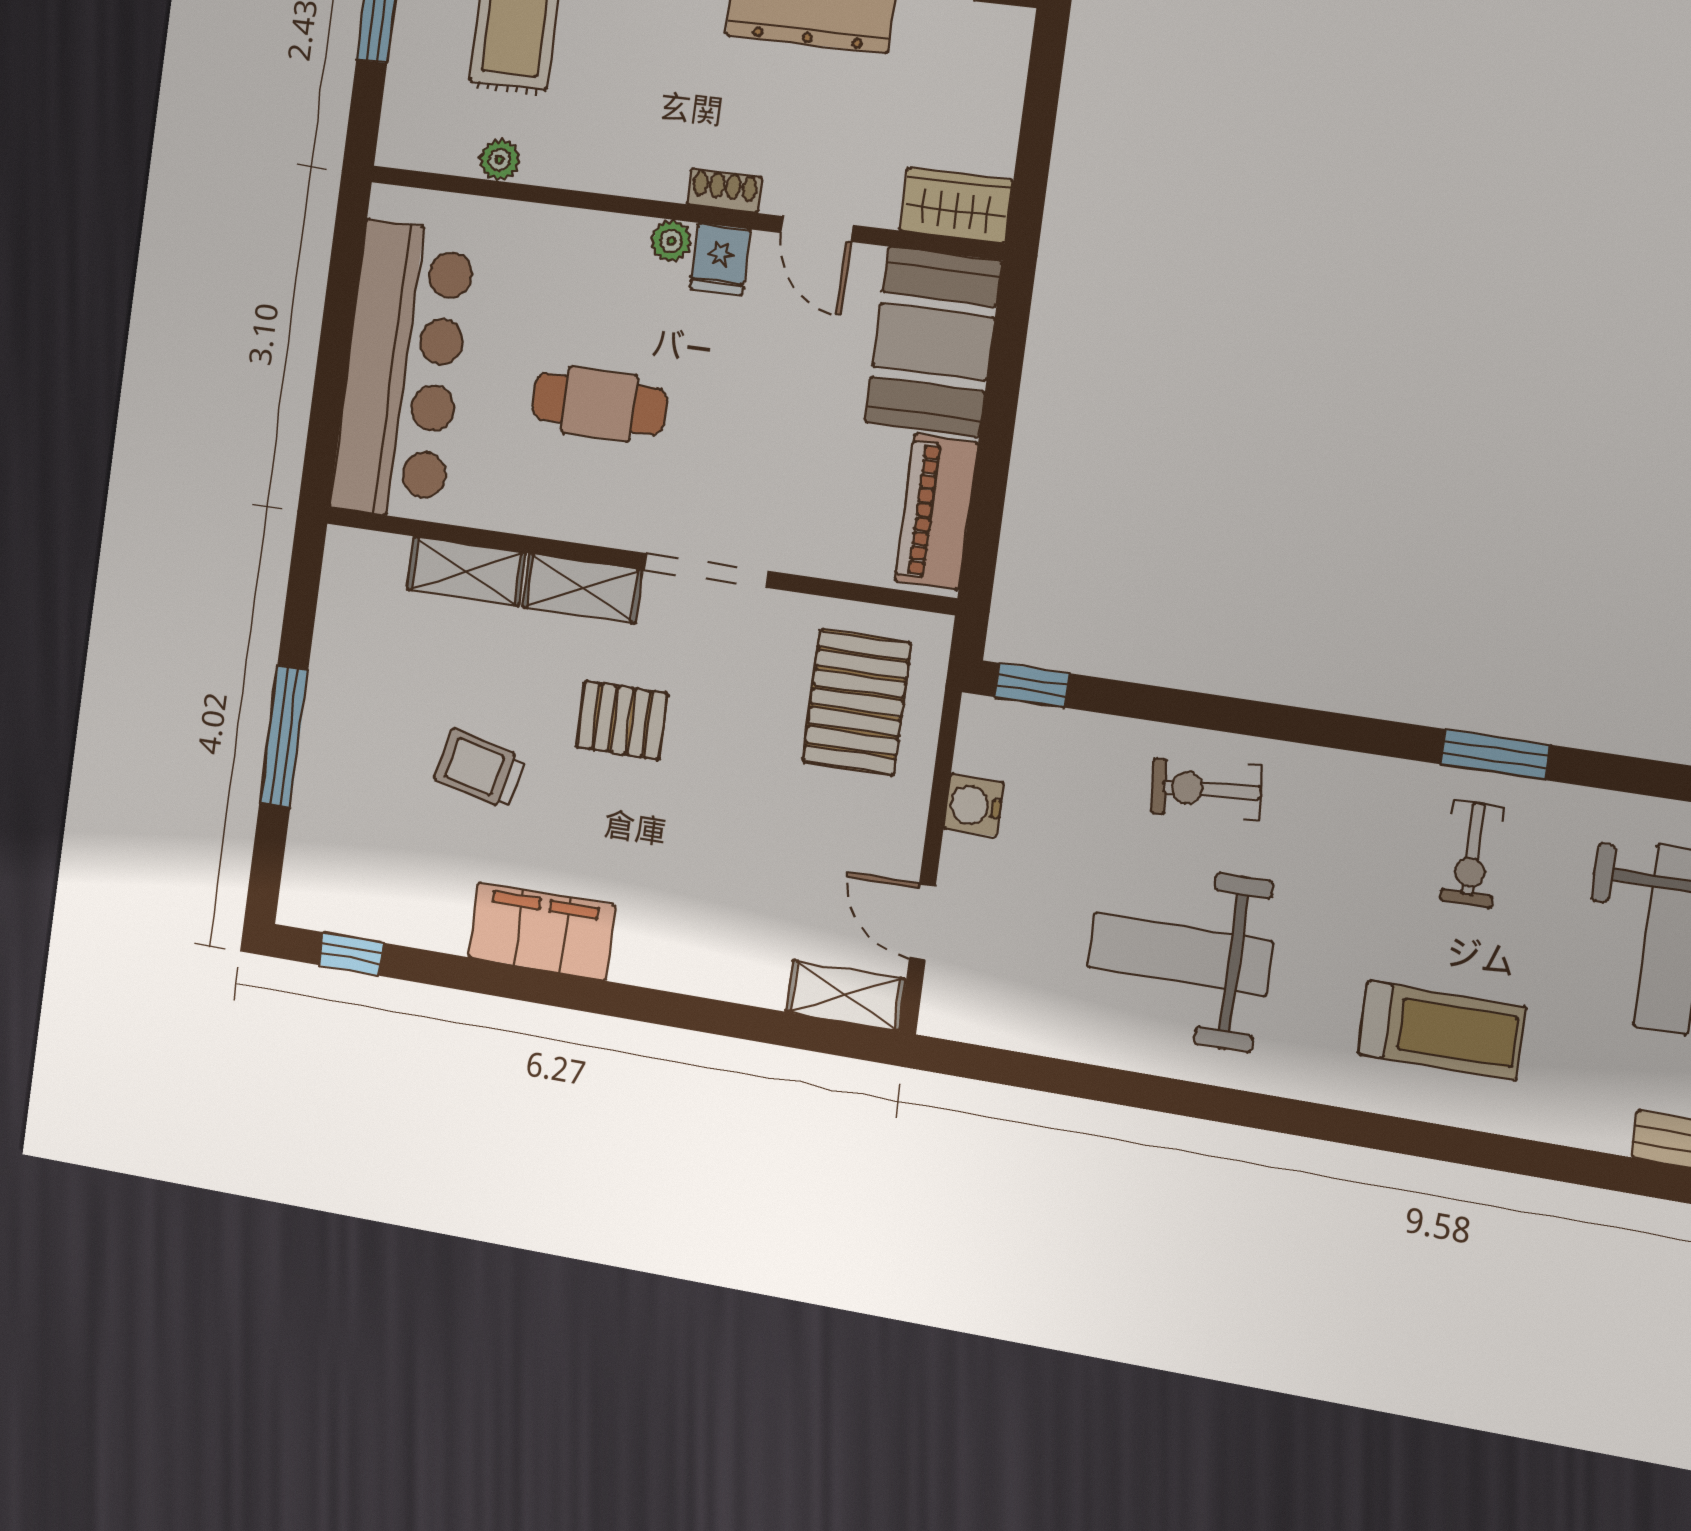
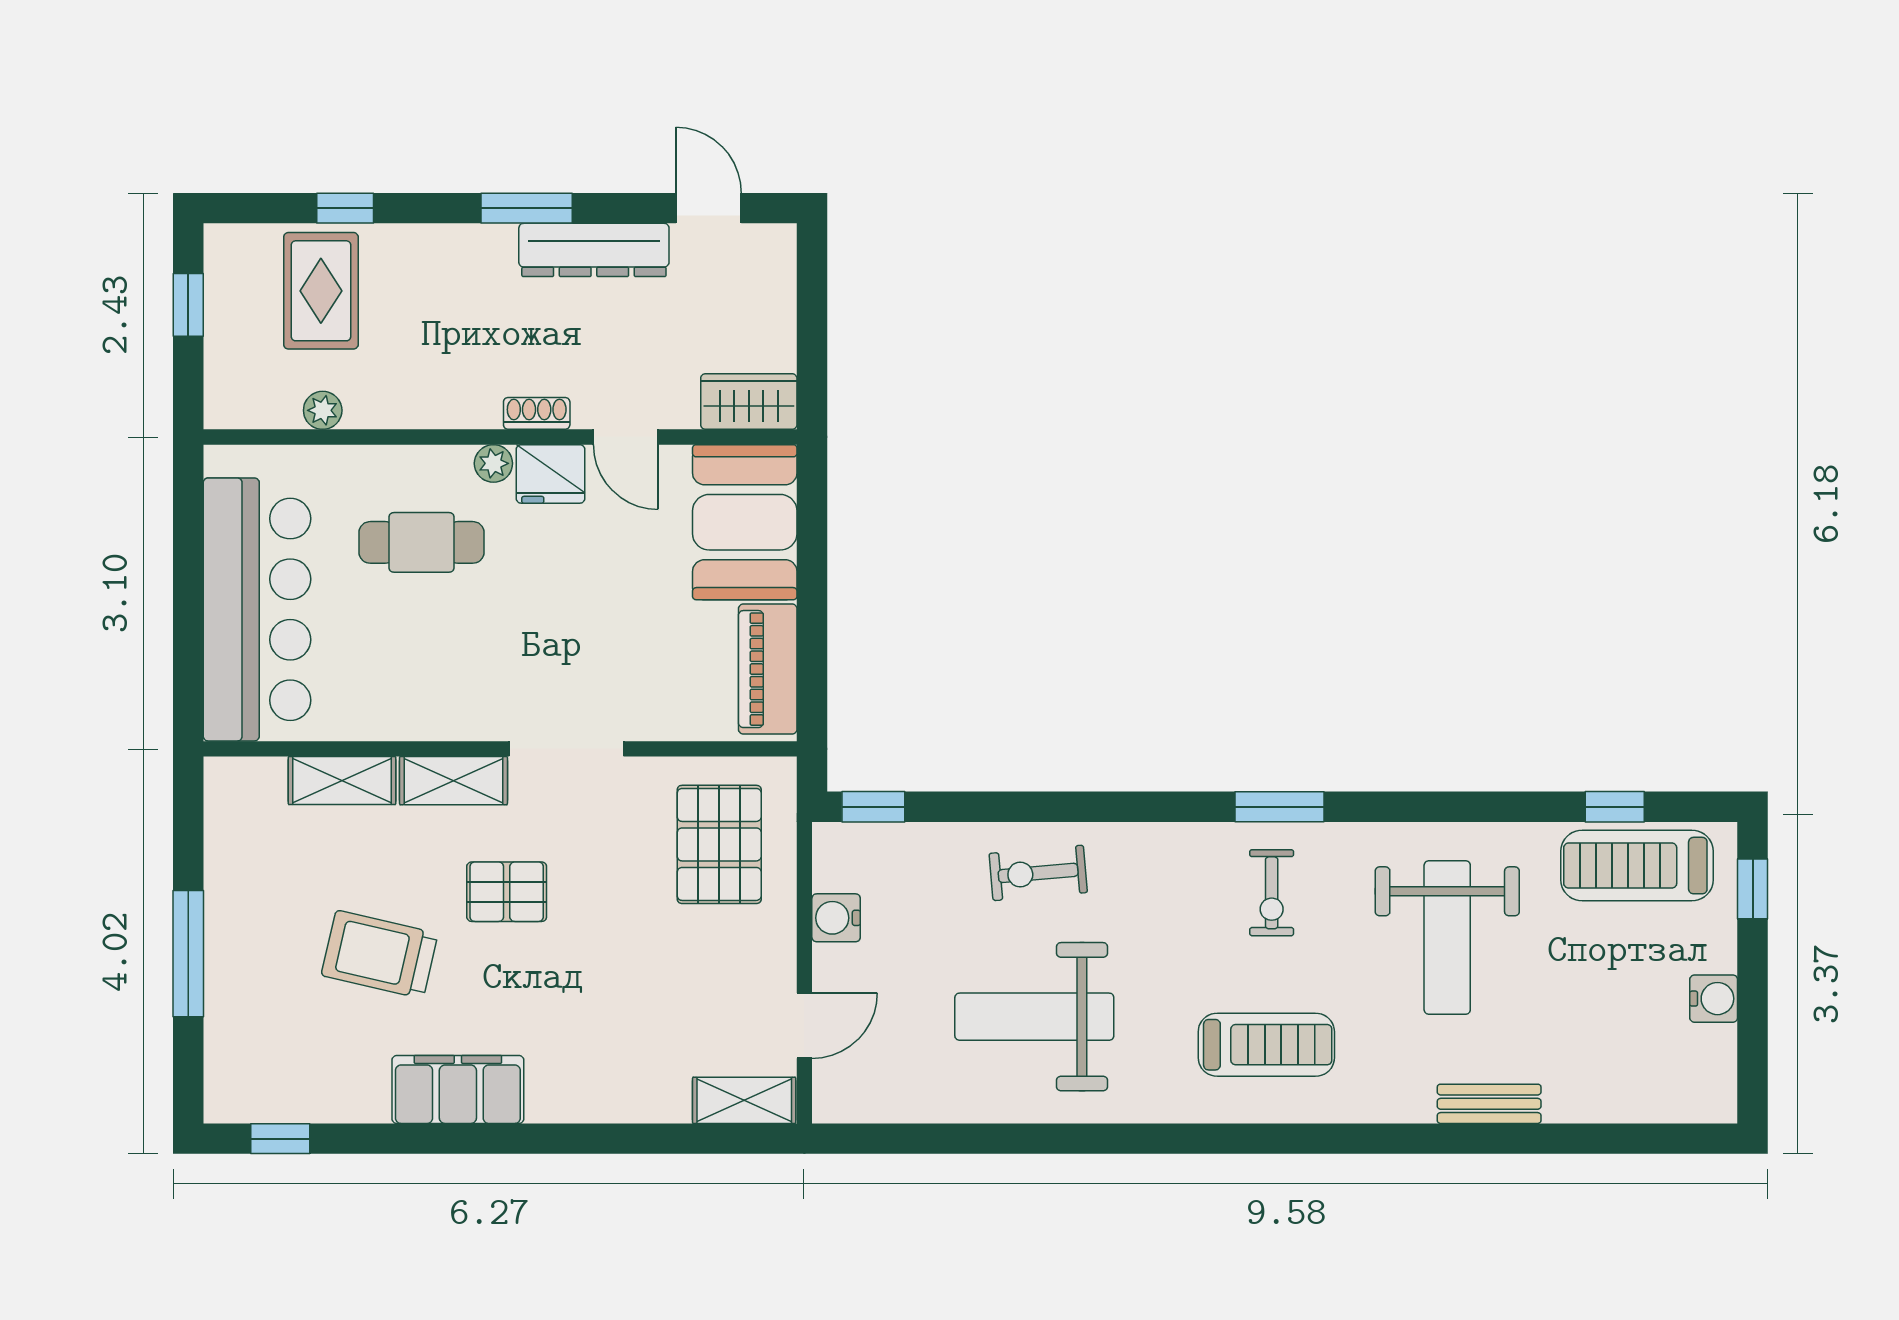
fridge: (720, 259) -> (551, 474), width x1.38
cafe table: (599, 404) -> (422, 542), moved
trolley: (480, 769) -> (380, 954), width x1.36, depth x1.39
door: (922, 922) -> (804, 1026), swing flipped

